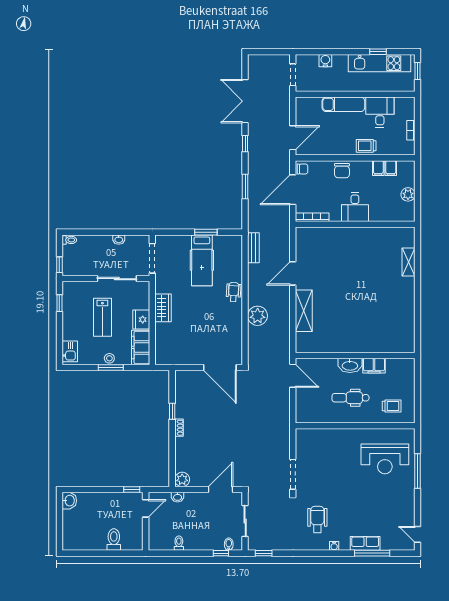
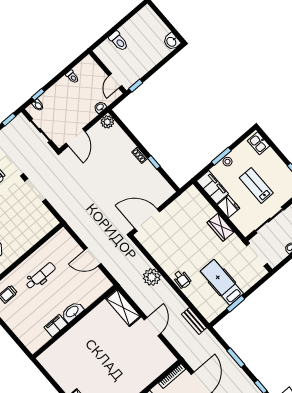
wall: (355, 355) -> (75, 322), moved
washbasin: (350, 365) -> (72, 312), moved
filing cabinet: (374, 366) -> (56, 326), moved

